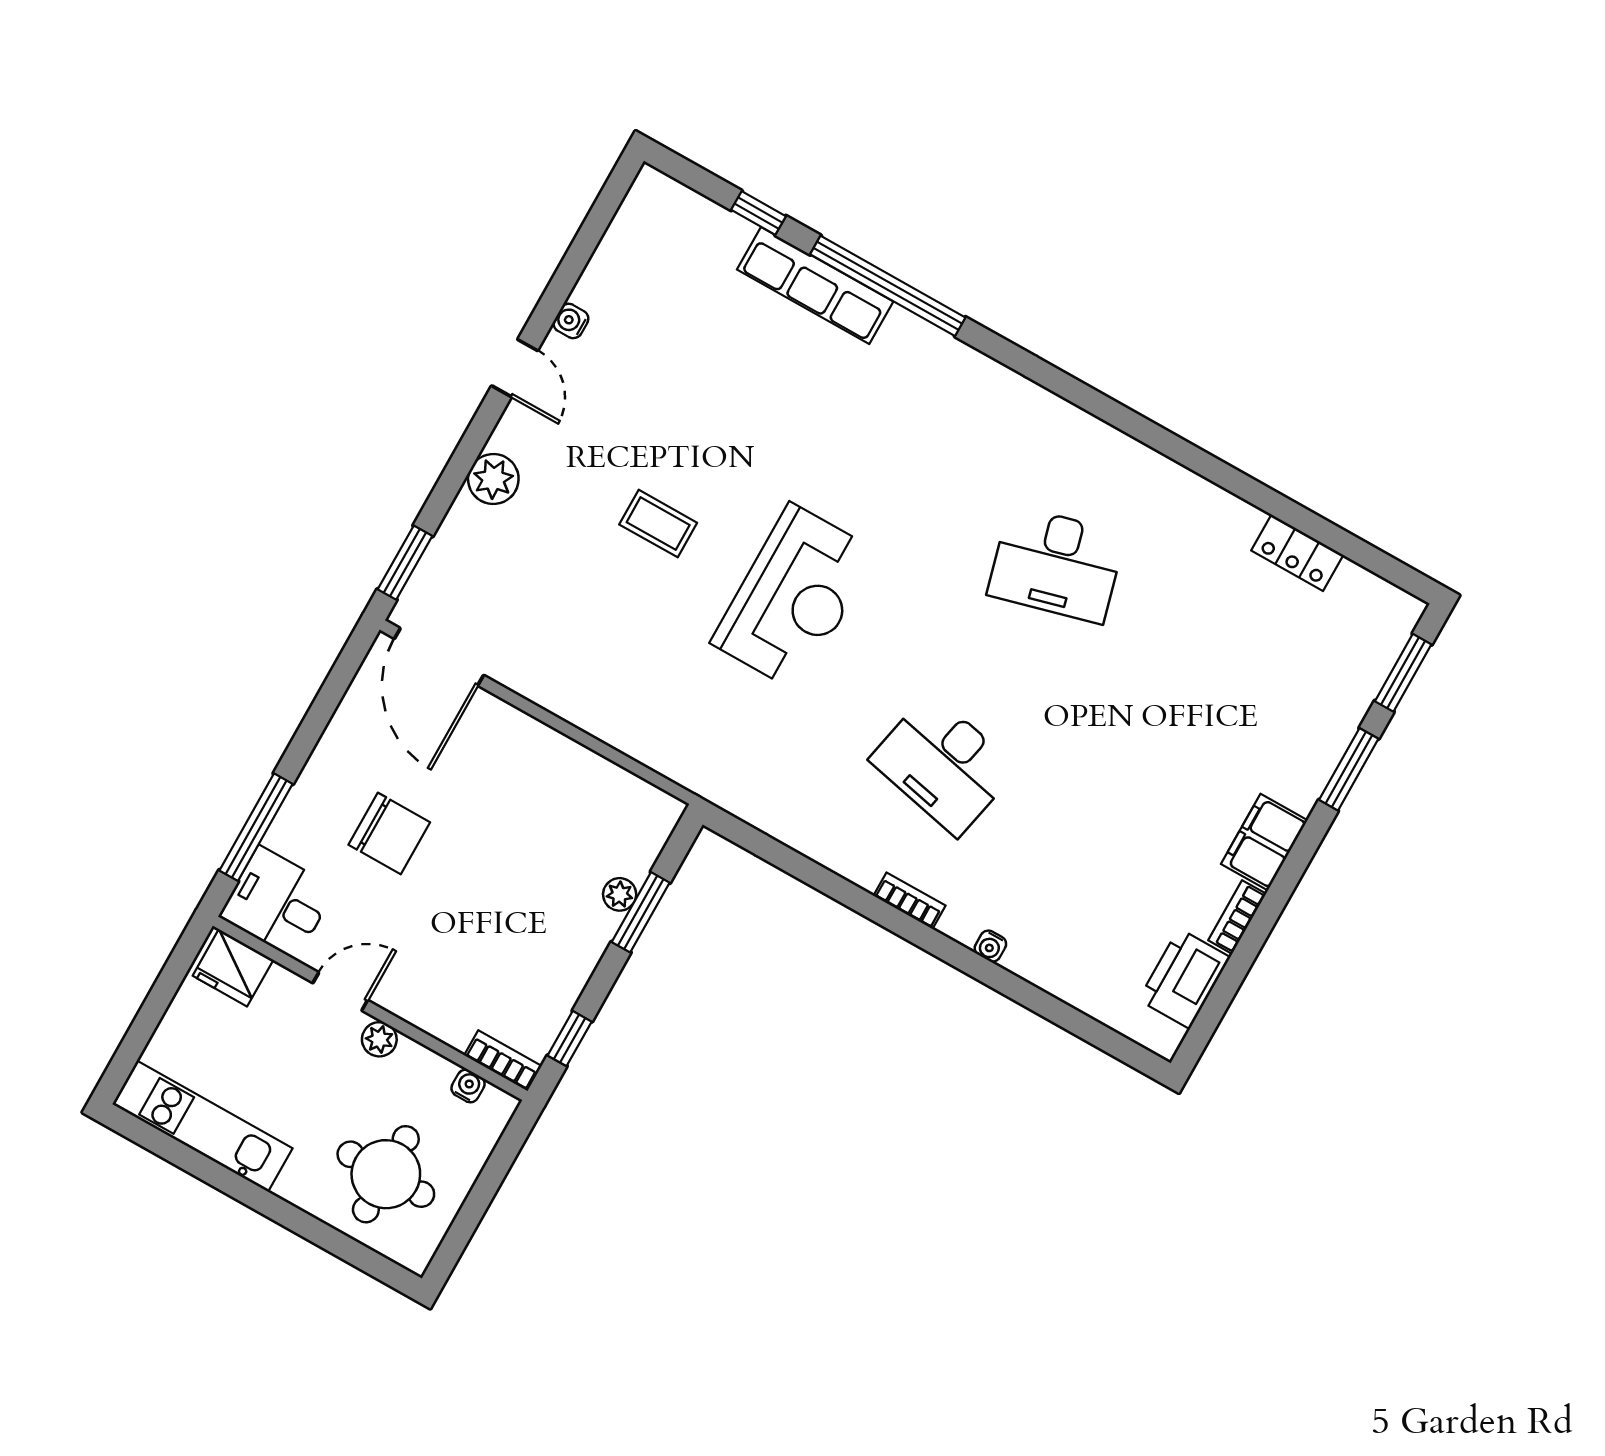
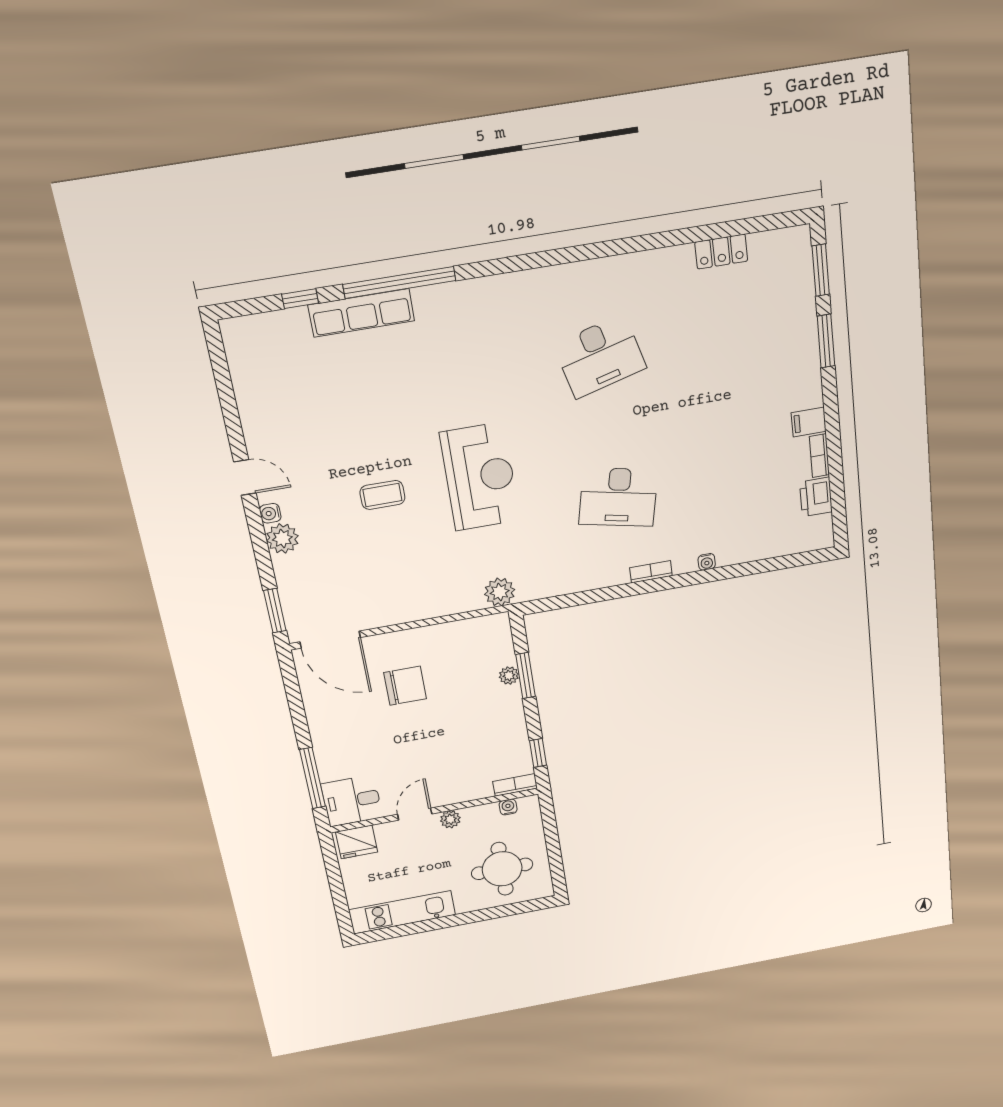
water cooler: (571, 321) -> (270, 513), moved
plant: (699, 769) -> (500, 592), added
chair: (389, 833) -> (405, 686), moved
filing cabinet: (1264, 842) -> (809, 422), width x0.50
printer: (1184, 979) -> (816, 497), width x0.73, depth x0.84

